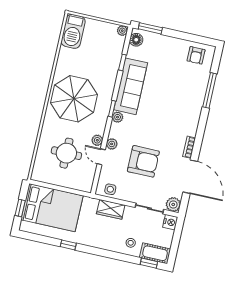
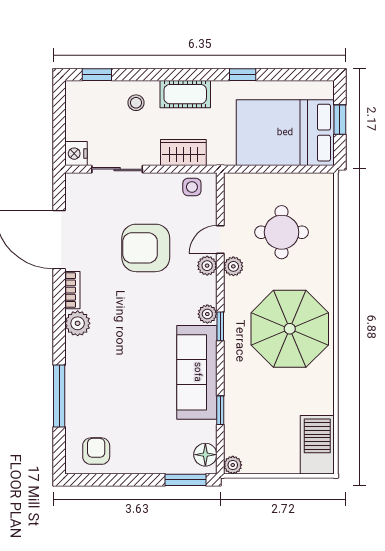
door: (101, 157) -> (220, 239), swing flipped
plant: (173, 204) -> (78, 323), moved
cot: (155, 253) -> (185, 94), moved

